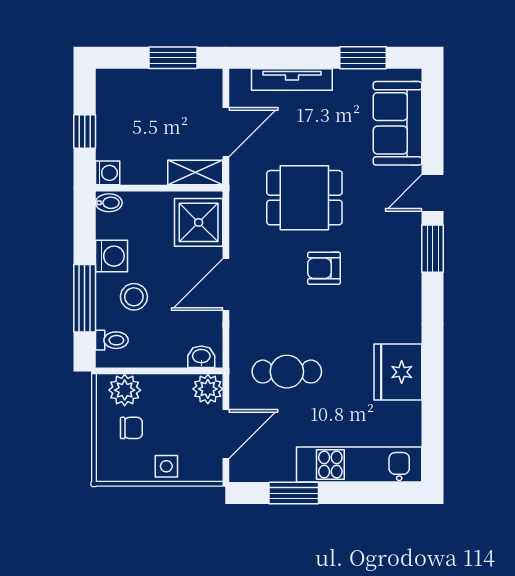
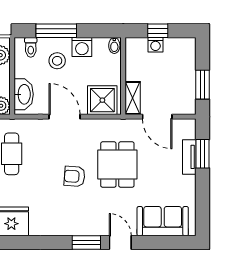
window: (363, 58) -> (203, 154), moved
tv unit: (292, 80) -> (189, 157), width x0.71
washing machine: (108, 173) -> (155, 45), moved
armchair: (324, 268) -> (74, 176), turned -86
washbasin: (201, 357) -> (24, 94), width x1.91, depth x1.45

